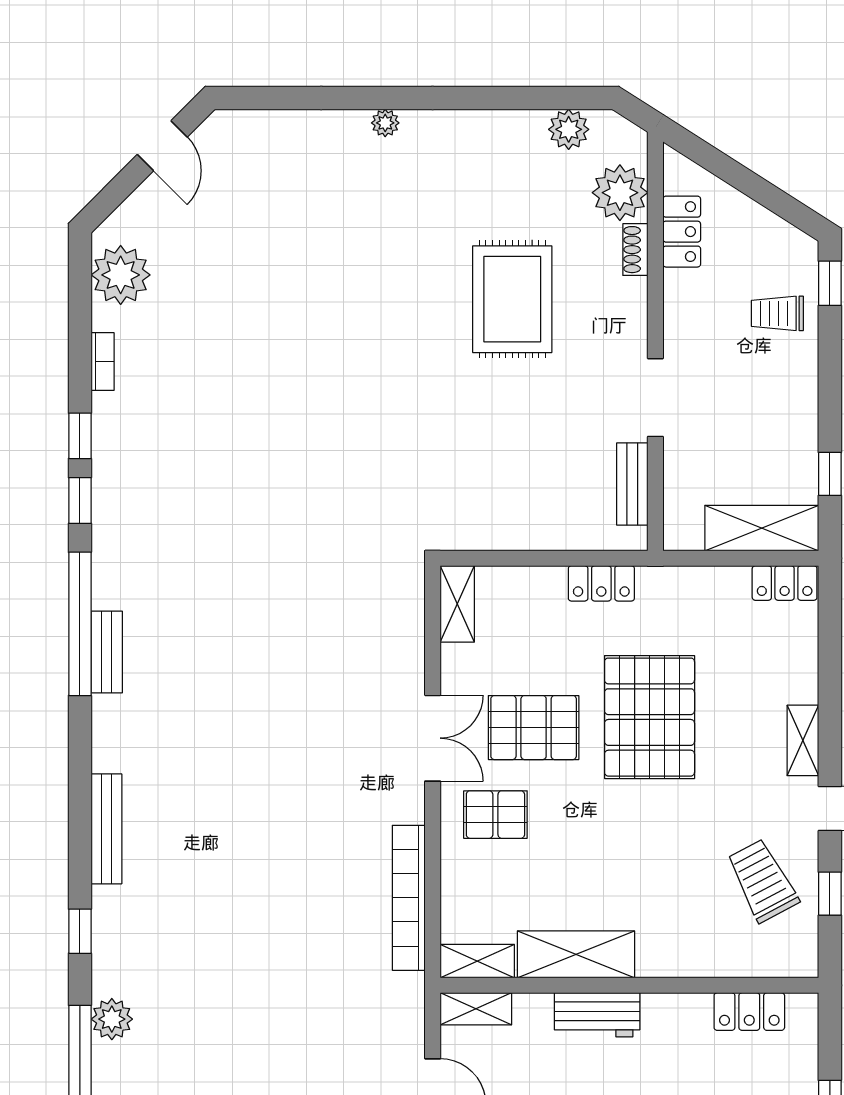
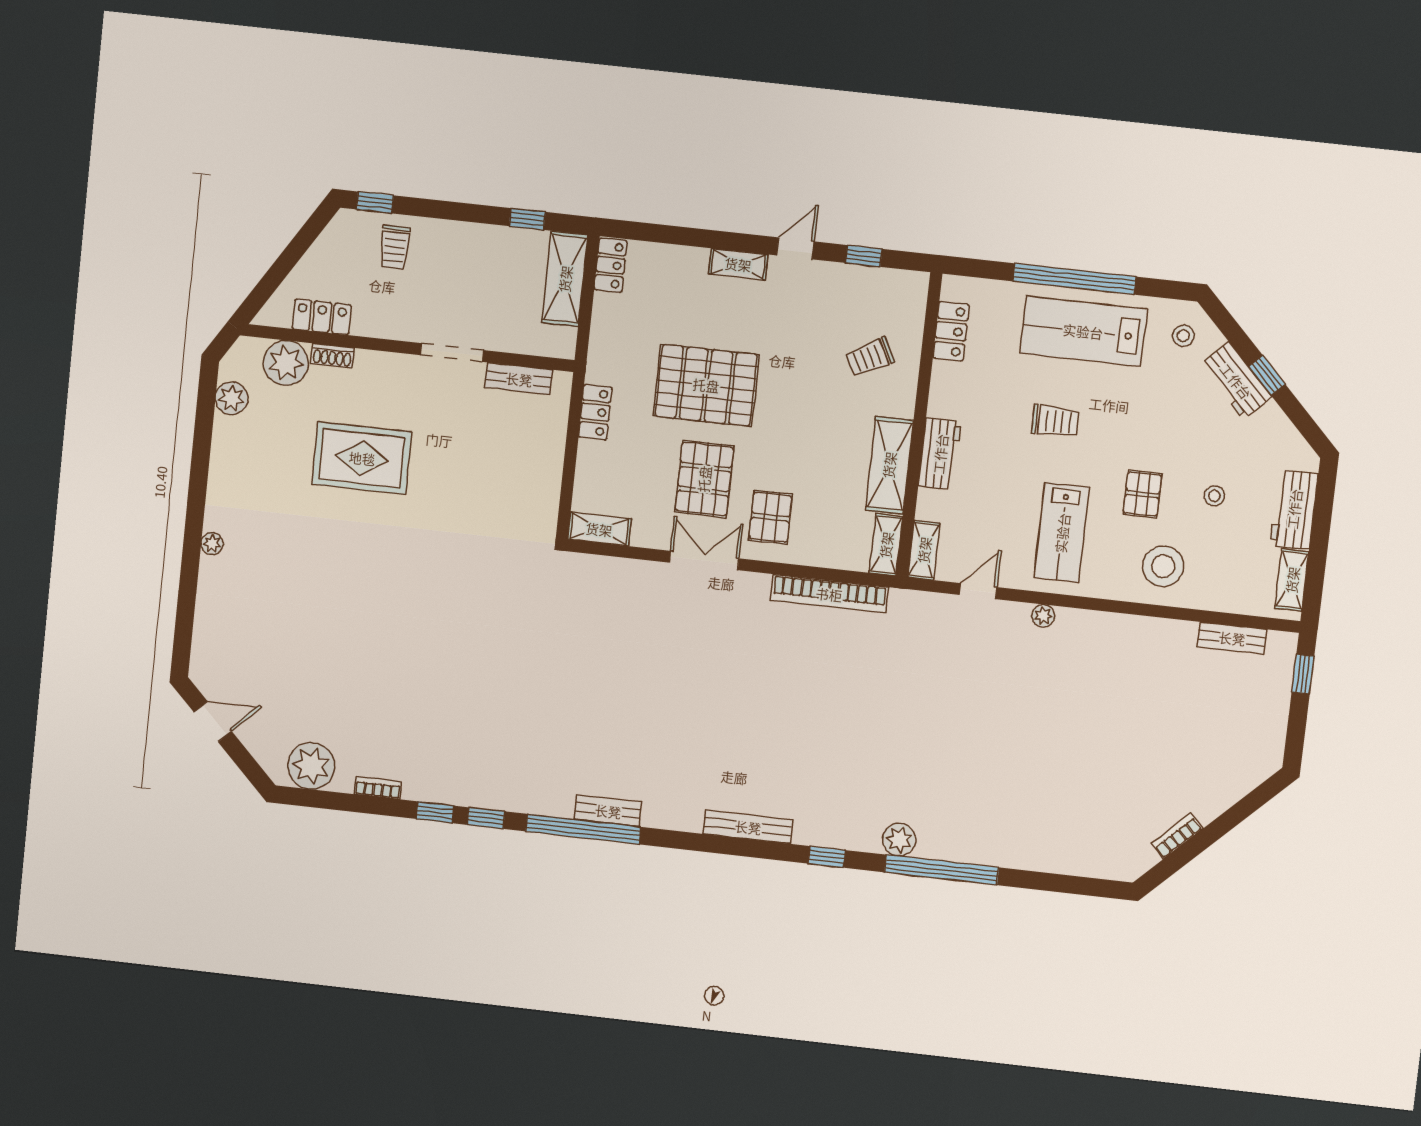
trolley: (763, 881) -> (870, 357), moved, width x0.73, depth x0.72

